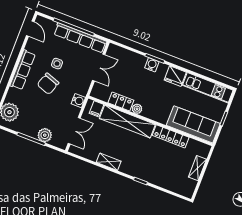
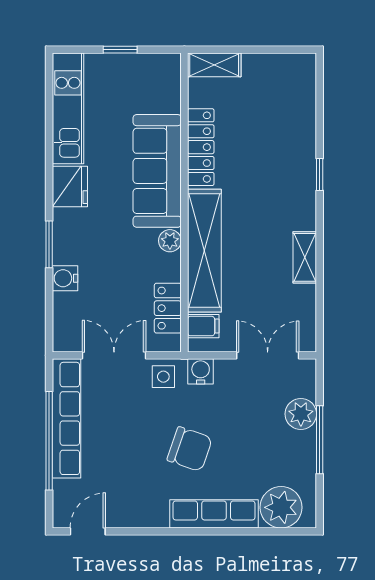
side table: (57, 64) -> (163, 377), moved
water cooler: (152, 65) -> (65, 278), moved
row of seats: (23, 70) -> (214, 514), moved
locker: (121, 102) -> (168, 308), moved
sofa: (193, 124) -> (157, 171), moved
shelving: (197, 168) -> (214, 65), moved

